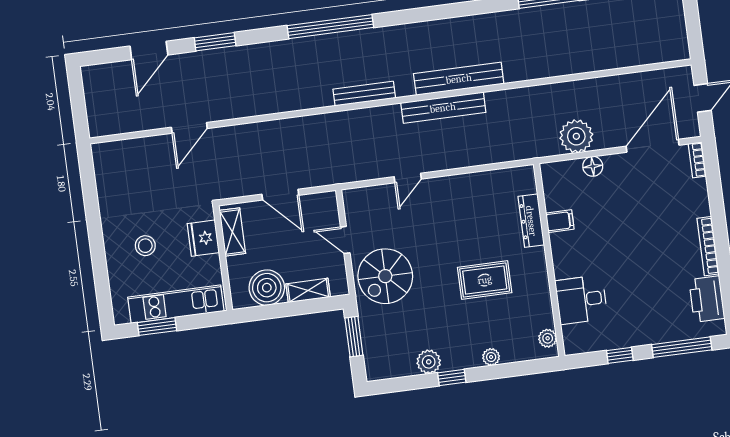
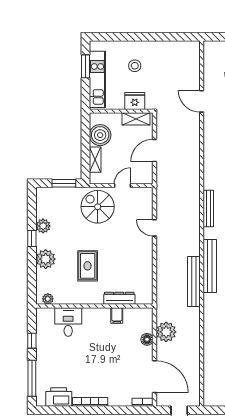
bench: (443, 108) -> (194, 282), moved
plant: (491, 357) -> (46, 259), width x1.87, depth x1.87

